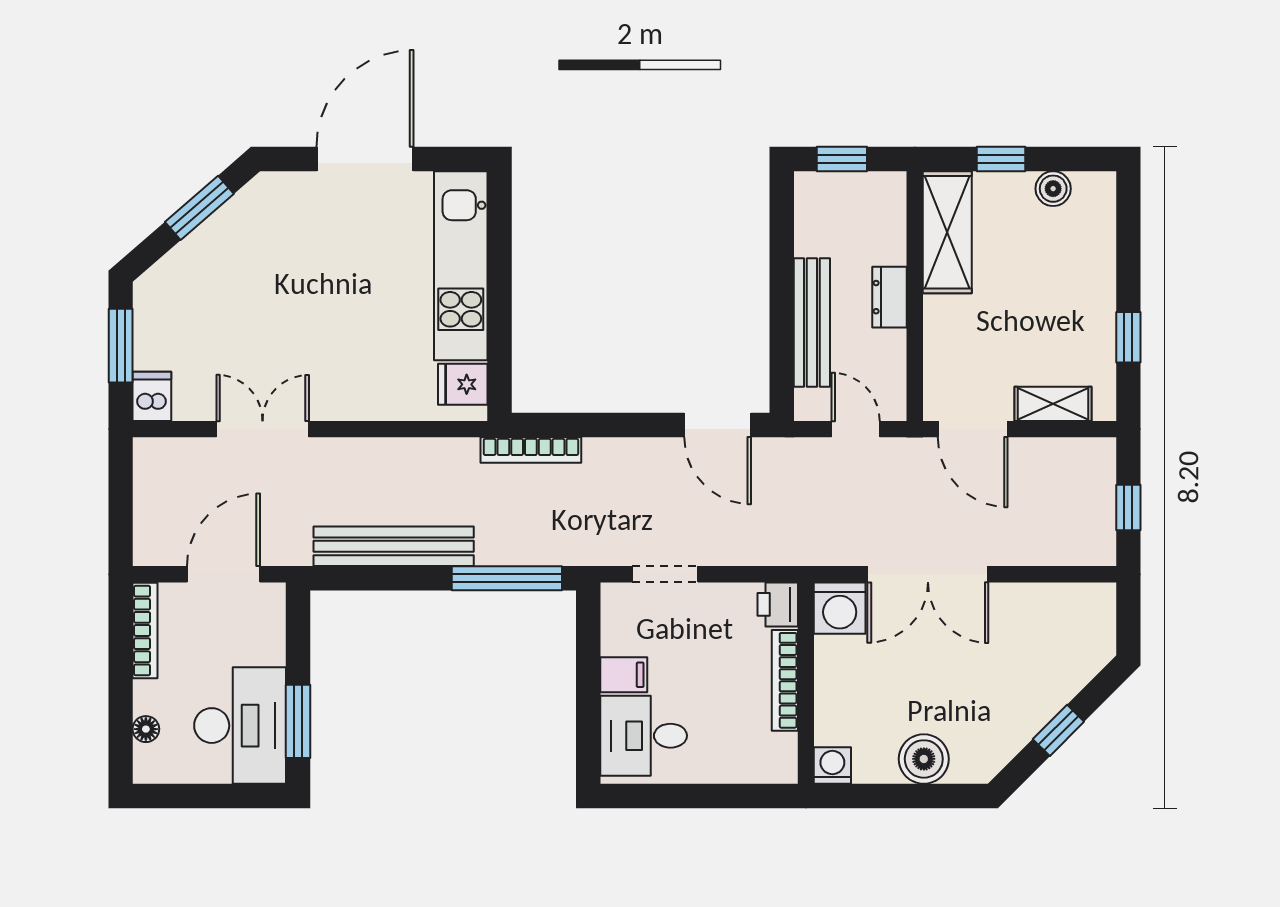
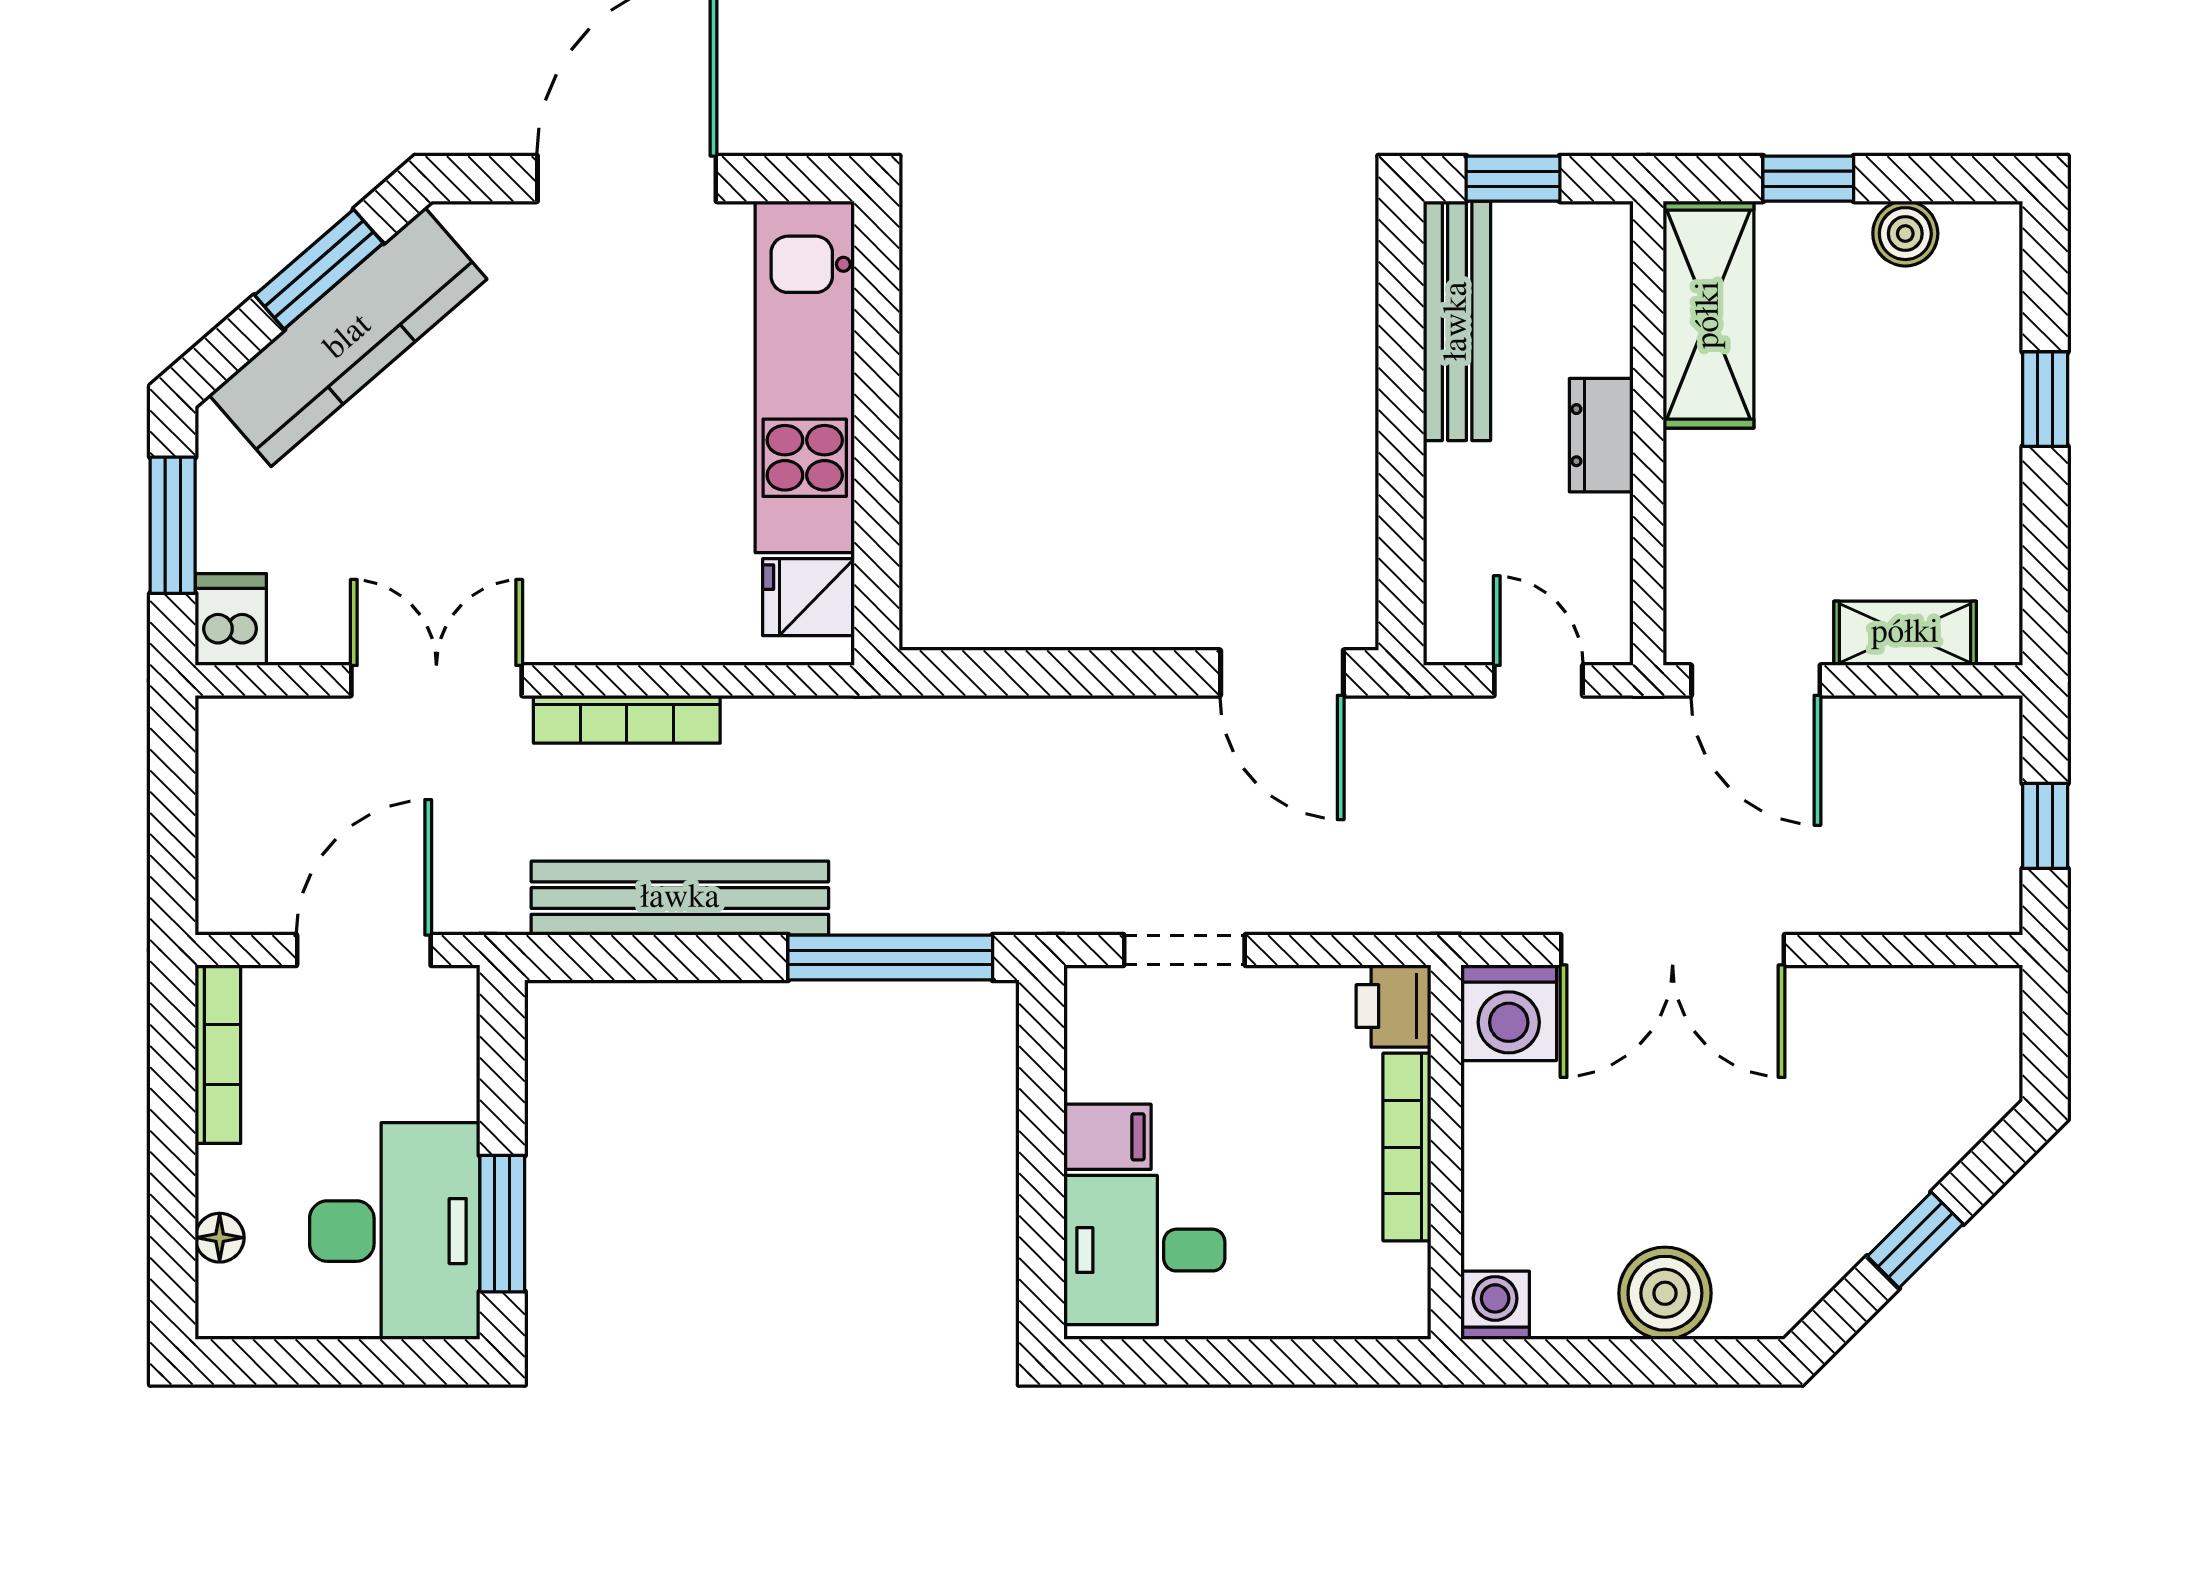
kitchen counter: (215, 244) -> (348, 337), added
bench: (812, 323) -> (1457, 321), moved
window: (1128, 337) -> (2045, 399), moved
bookcase: (531, 450) -> (627, 719), moved

